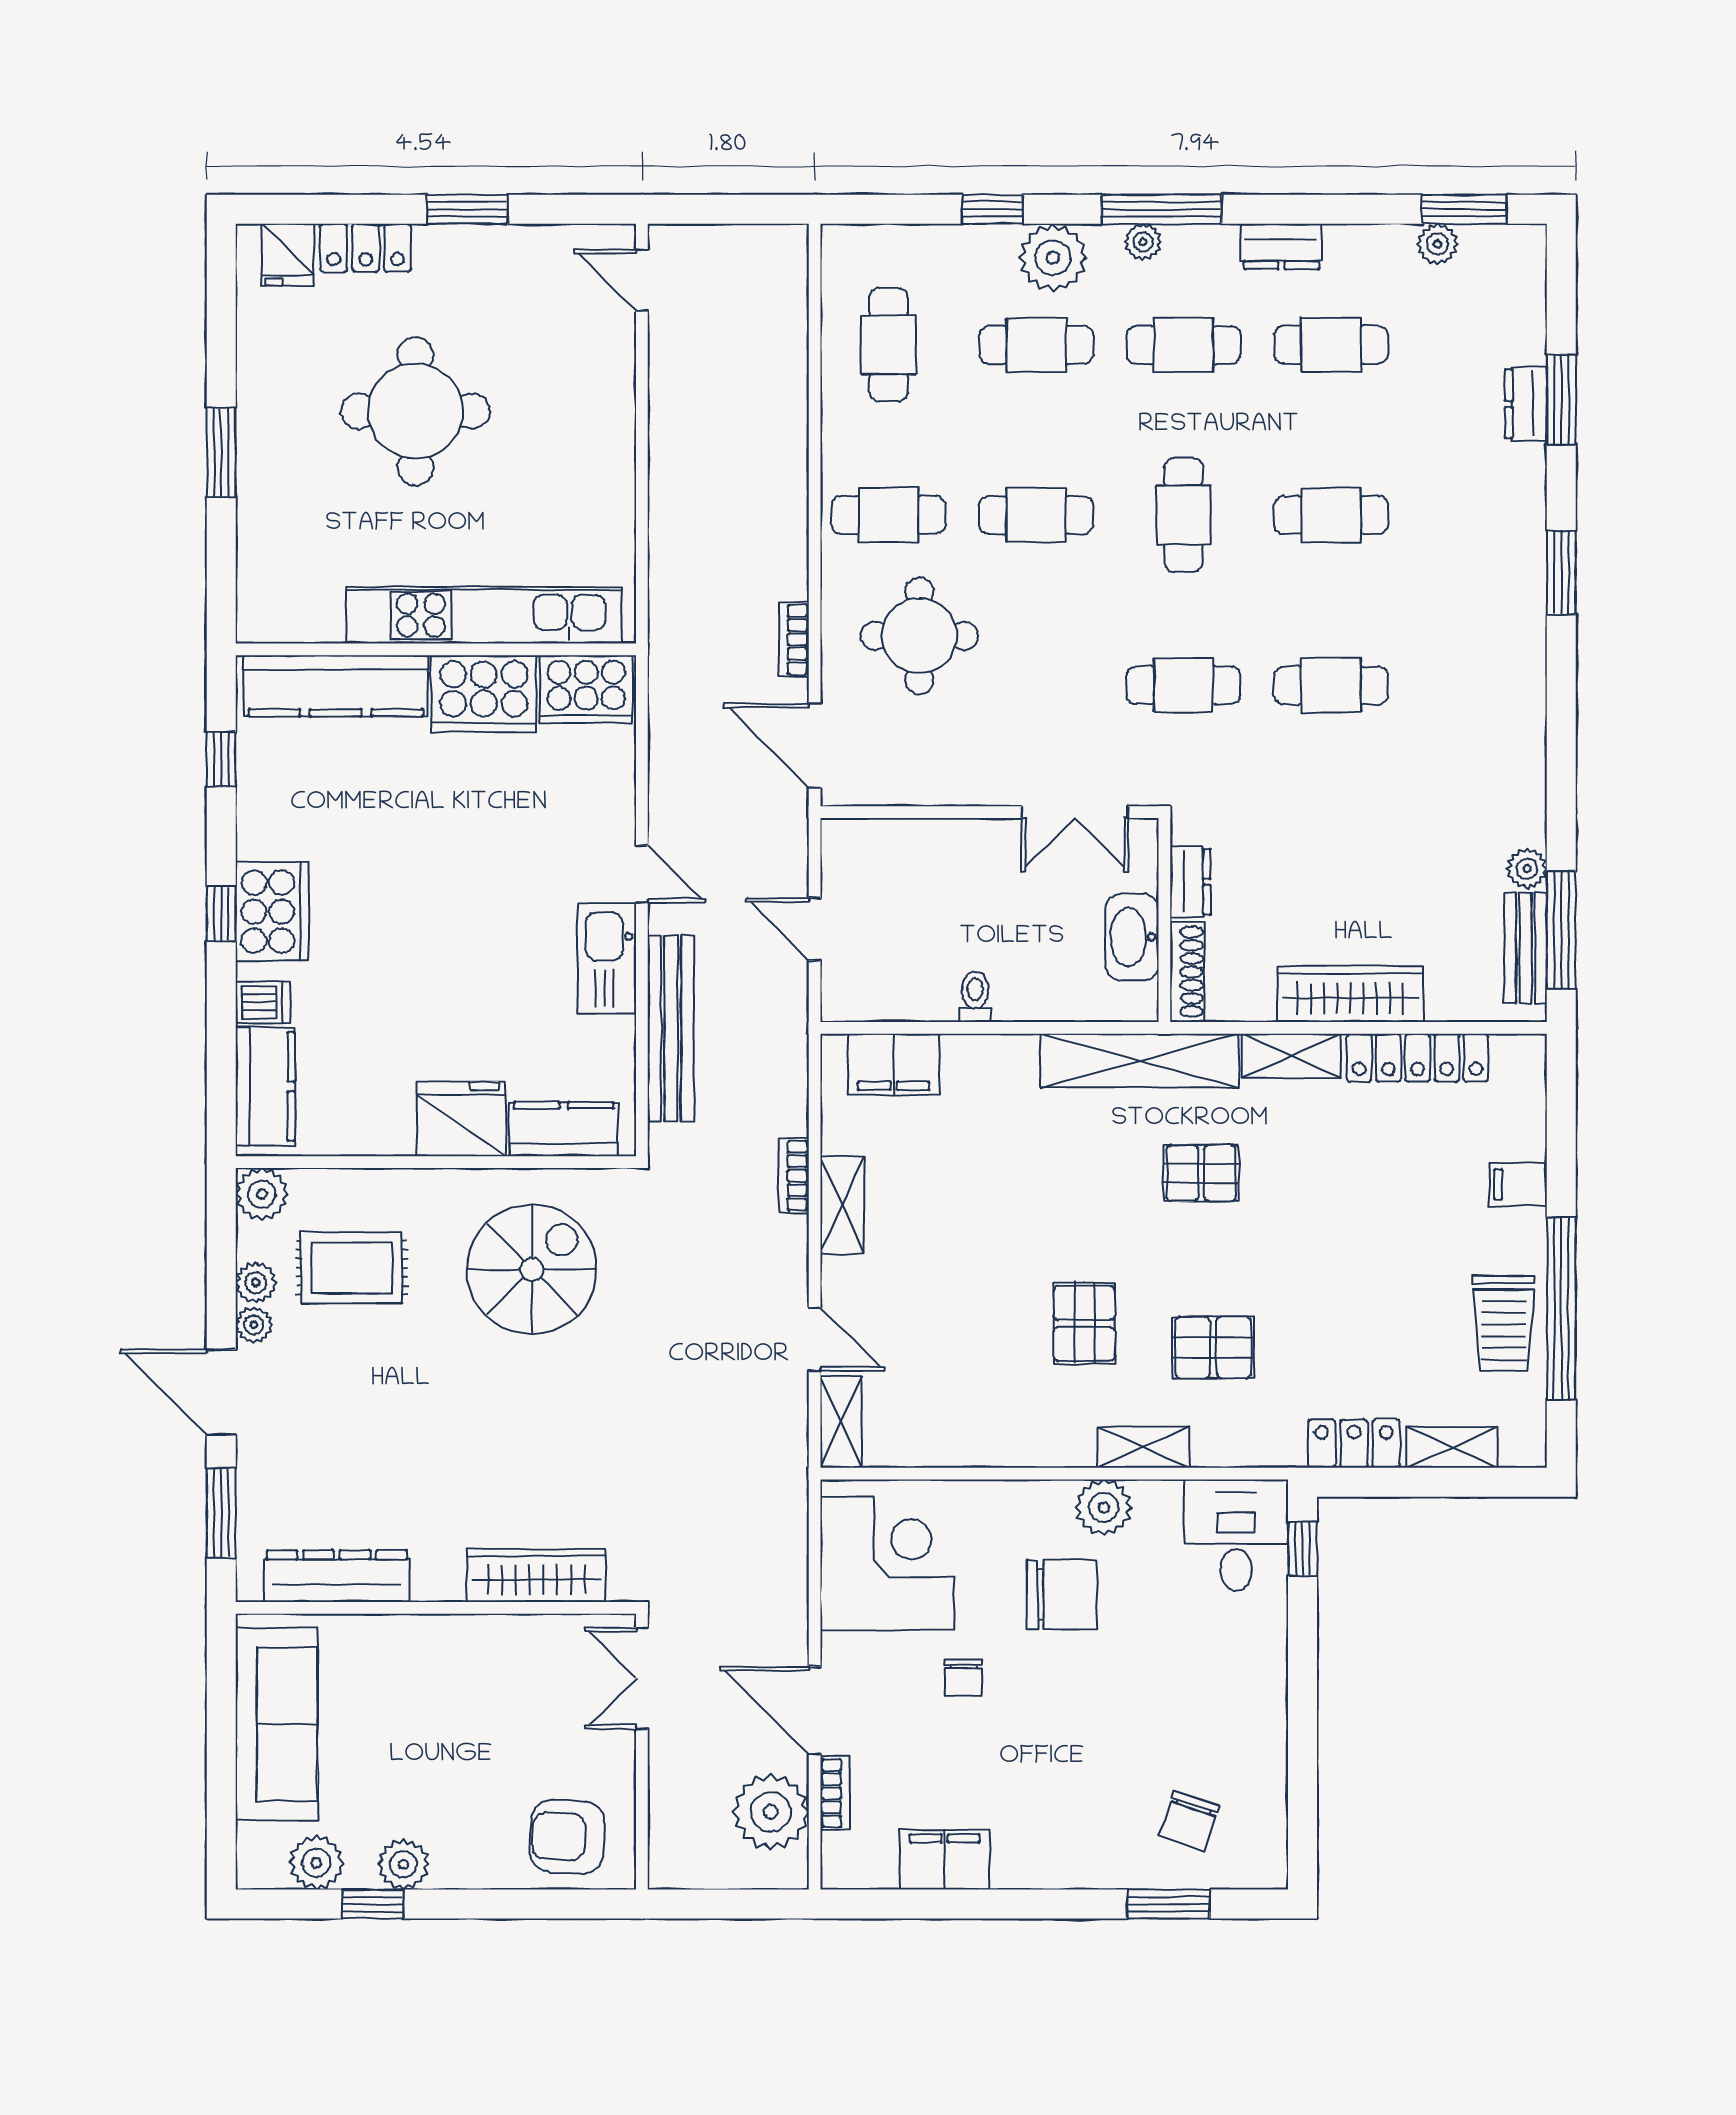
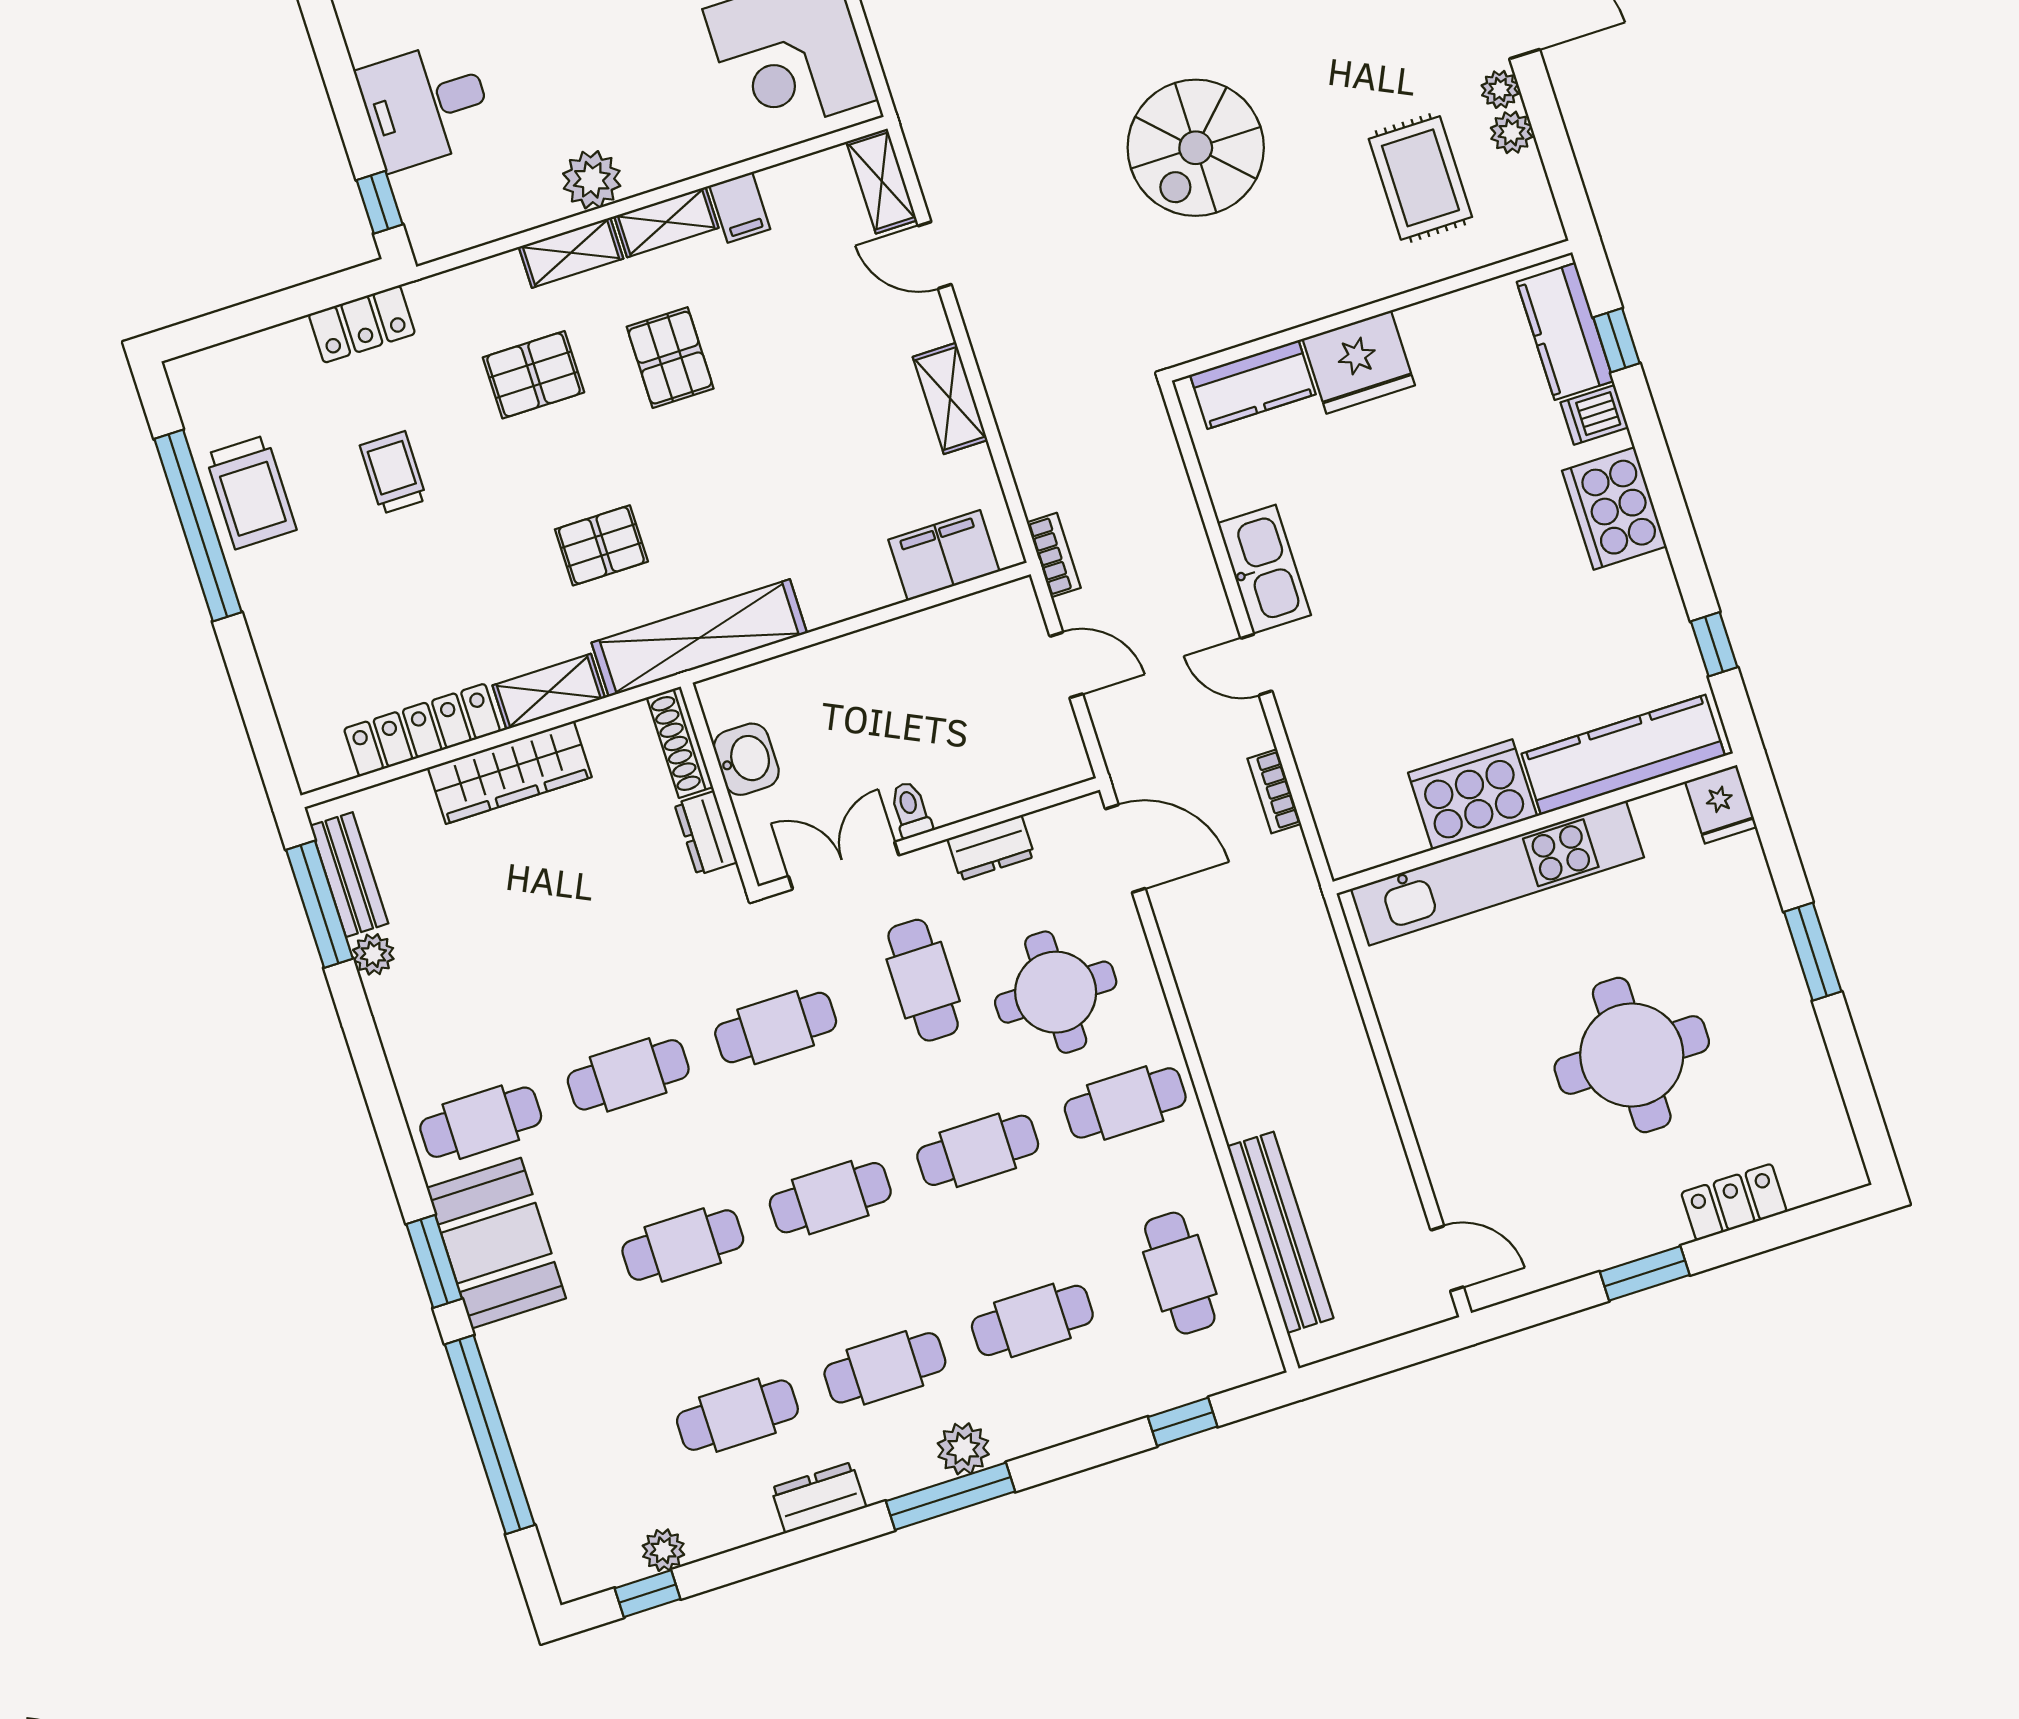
window: (993, 209) -> (1183, 1422), moved
window: (1464, 209) -> (648, 1594), width x0.67
plant: (1143, 242) -> (963, 1449), width x1.38, depth x1.38
fridge: (288, 255) -> (1721, 804), moved, turned 180
plant: (1053, 258) -> (1044, 1413), removed
window: (1561, 399) -> (490, 1435), width x2.11
dresser: (1526, 404) -> (991, 848), moved, turned 90
cafe table: (1184, 515) -> (830, 1198), turned 90
booth: (1500, 571) -> (496, 1243), added
bookcase: (794, 639) -> (1274, 791), moved, turned 180
cafe table: (1036, 685) -> (923, 980), added
cafe table: (1479, 685) -> (481, 1122), added
cooker: (586, 689) -> (1372, 832), removed
window: (221, 914) -> (1616, 340), moved
washbasin: (1132, 937) -> (746, 759), width x0.72
toilet: (975, 997) -> (910, 810), moved, turned 180
bench: (671, 1028) -> (1280, 1232), moved
bookcase: (794, 1176) -> (1054, 555), moved
filing cabinet: (1518, 1184) -> (740, 207), moved, turned 90
plant: (262, 1194) -> (1534, 223), removed
rug: (352, 1268) -> (1420, 178), turned 90
spiral stairs: (532, 1269) -> (1196, 148), moved
trolley: (1369, 1300) -> (393, 473), added
trolley: (1504, 1324) -> (251, 492), turned 180
shelving: (1452, 1447) -> (666, 222), moved
desk: (1236, 1535) -> (426, 105), moved, turned 90
chair: (1062, 1594) -> (606, 79), removed

